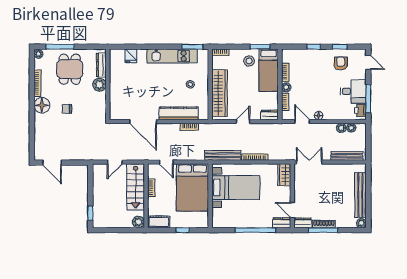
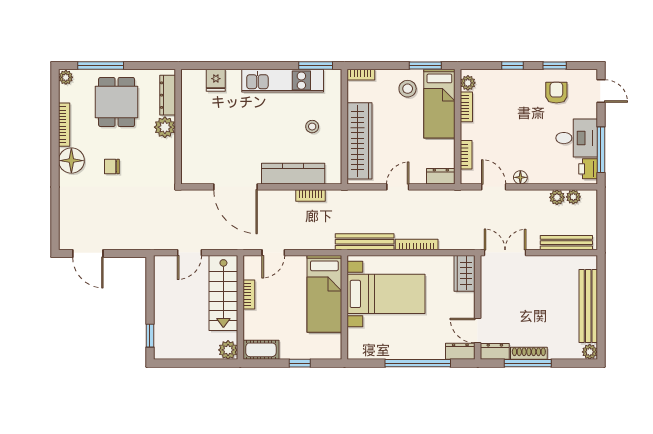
plant: (286, 87) -> (468, 83), moved
door: (166, 162) -> (273, 253), hinge flipped
bed: (192, 187) -> (324, 294), width x0.67

